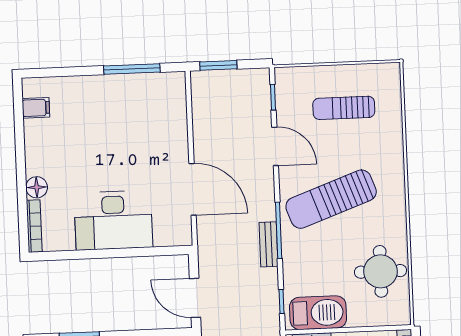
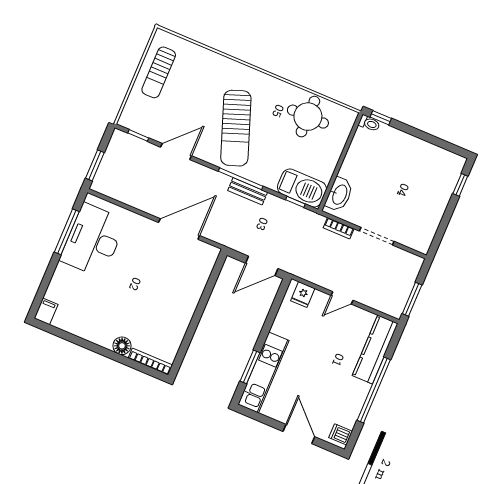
filing cabinet: (36, 108) -> (46, 311), moved
sun lounger: (344, 108) -> (159, 72), moved
desk: (113, 220) -> (93, 240), moved, turned 180
barbecue: (318, 313) -> (302, 188), moved, turned 90

